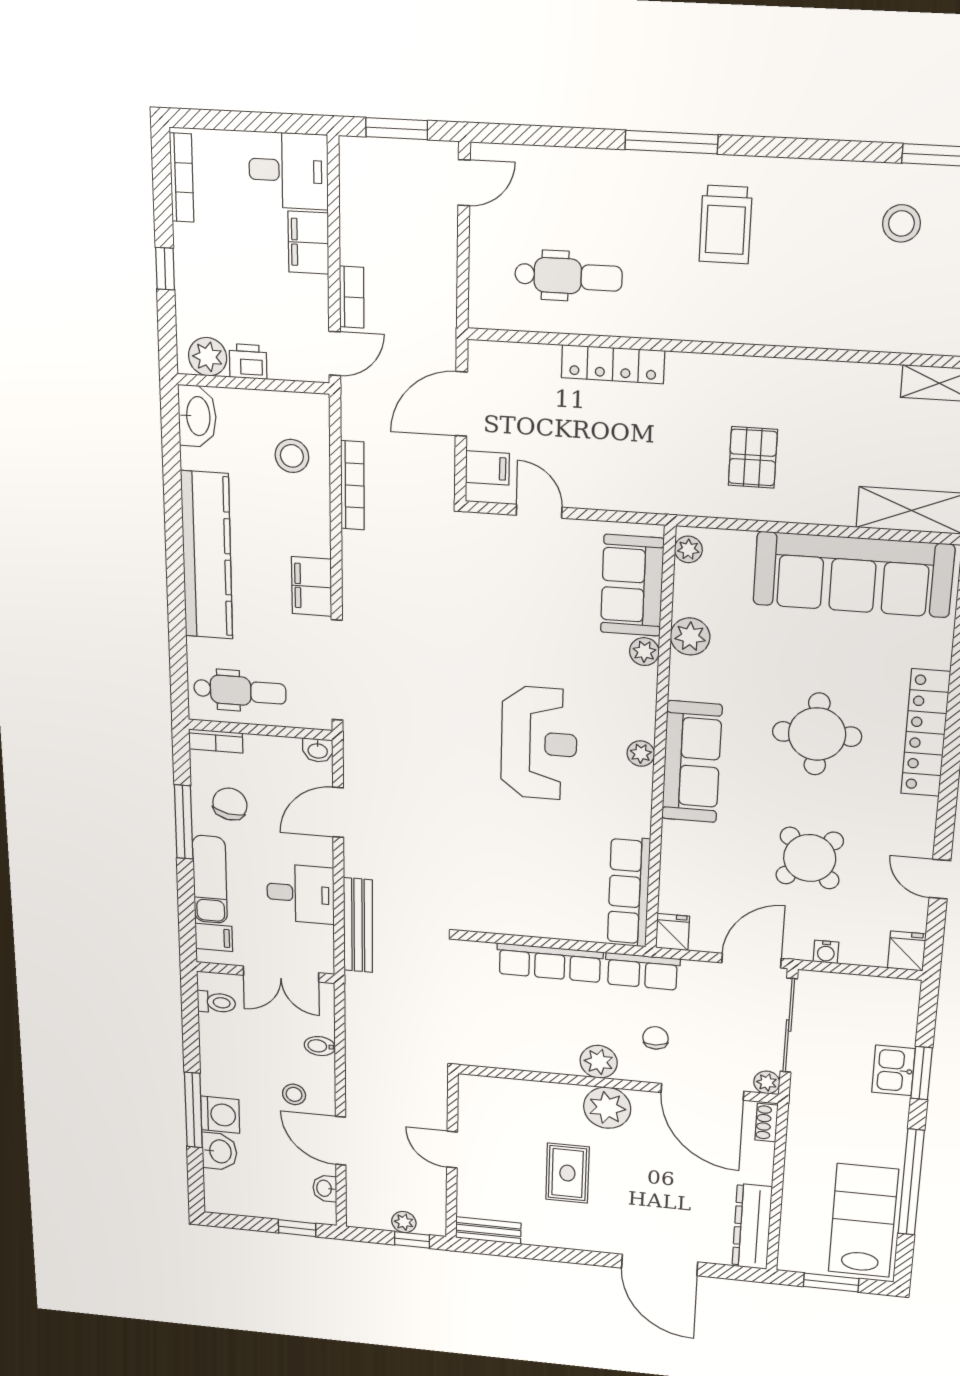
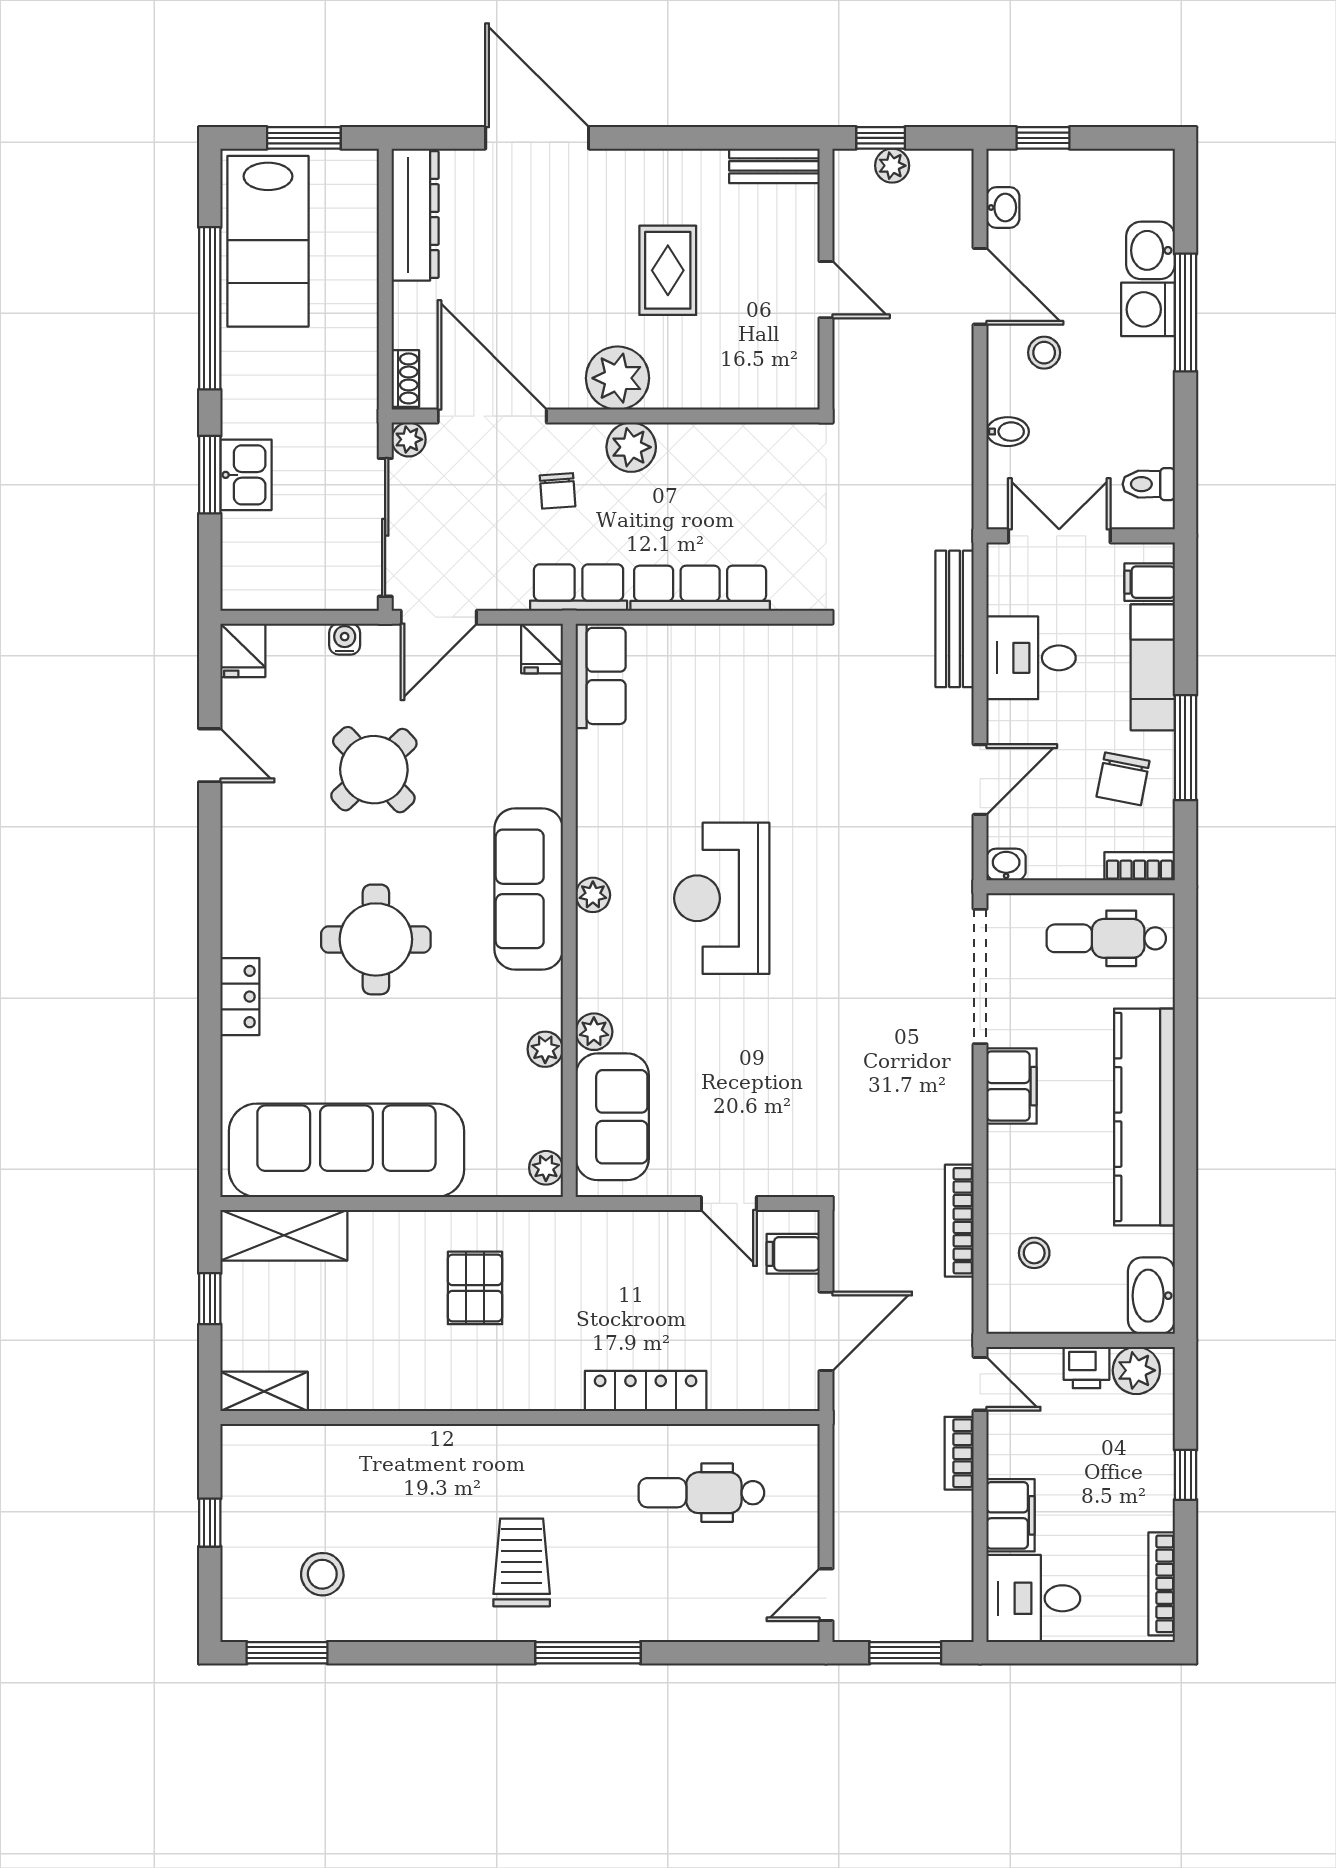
door: (335, 354) -> (980, 1384), swing flipped
stool: (292, 456) -> (1034, 1253), width x0.73, depth x0.73
plant: (690, 636) -> (545, 1049), width x0.73, depth x0.73
locker: (926, 733) -> (240, 997), width x0.46, depth x0.83
row of seats: (629, 892) -> (601, 676), width x0.68

